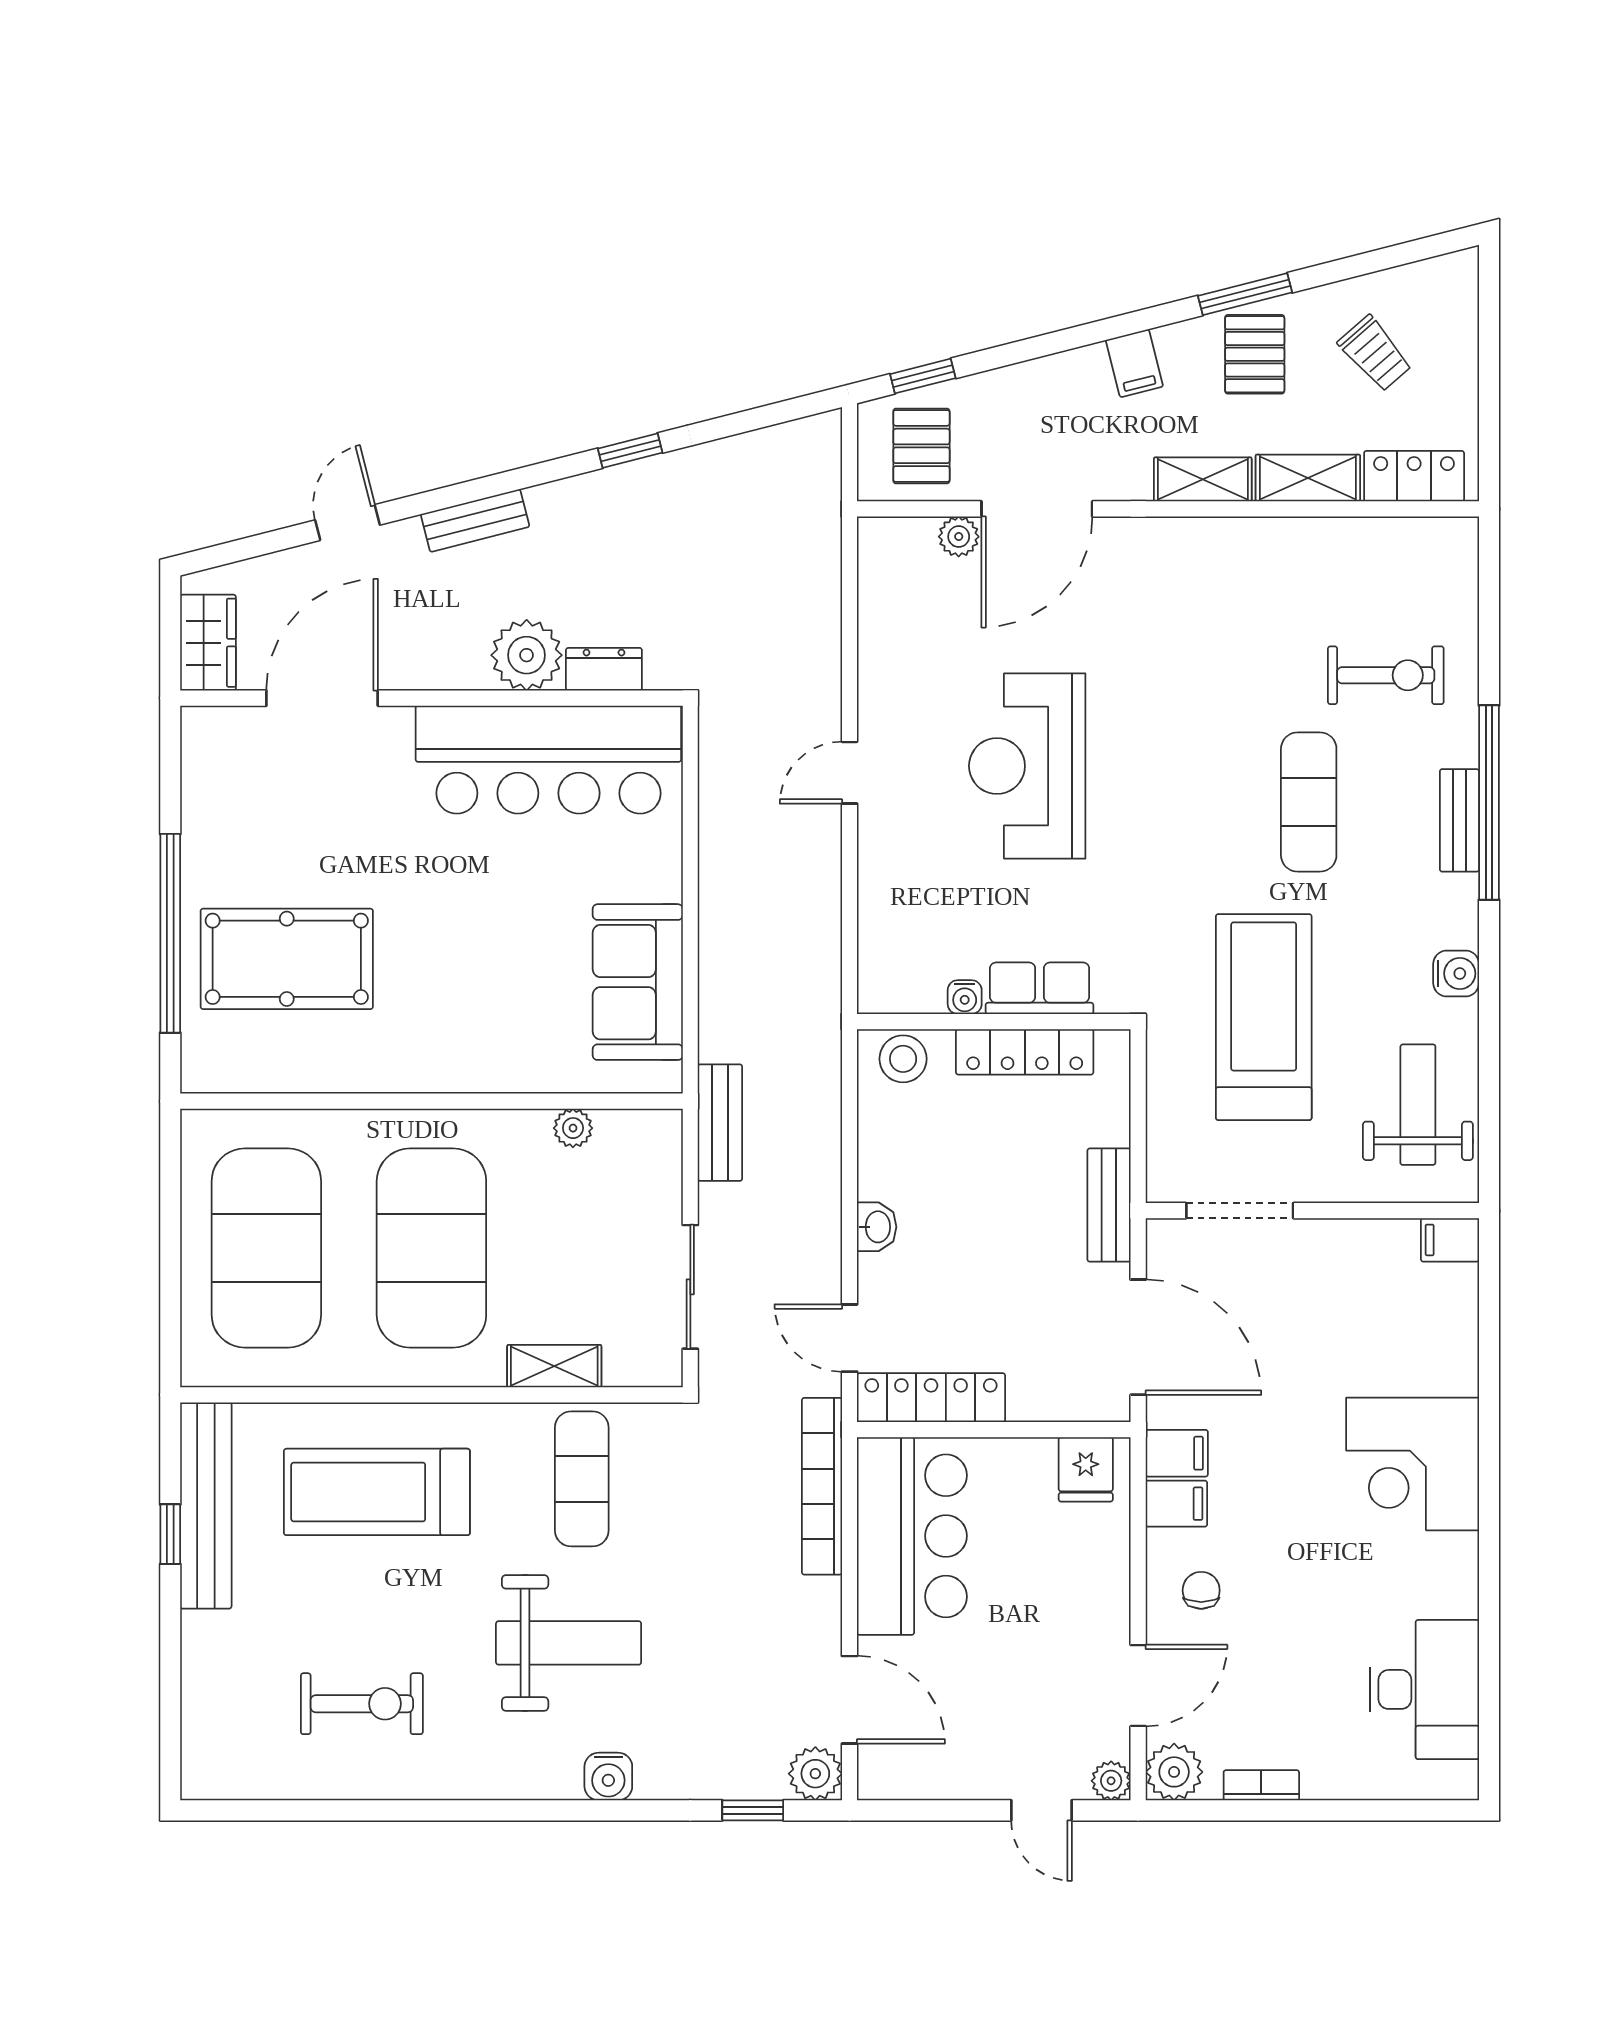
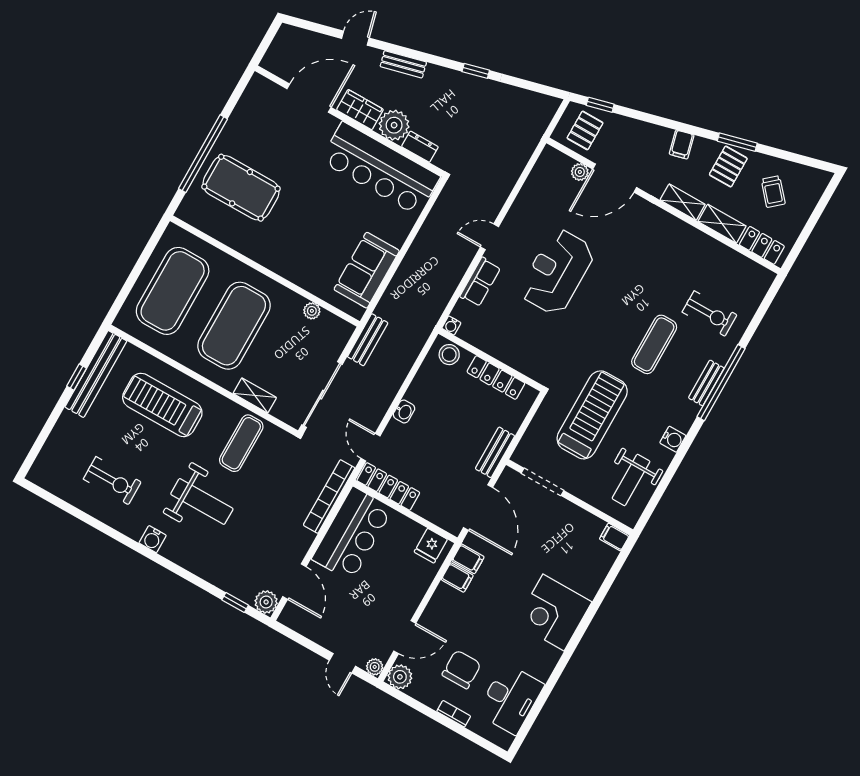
wardrobe: (208, 643) -> (360, 110), moved, turned -90
row of seats: (1040, 988) -> (480, 282), moved, turned 90
water cooler: (965, 997) -> (451, 325), moved
weight bench: (1418, 1105) -> (631, 480), turned 180
sliding door: (690, 1287) -> (322, 395), width x1.37
chair: (1201, 1590) -> (462, 669), moved, width x1.87, depth x1.87
water cooler: (608, 1776) -> (153, 539), moved
bookcase: (1261, 1785) -> (454, 714), moved

